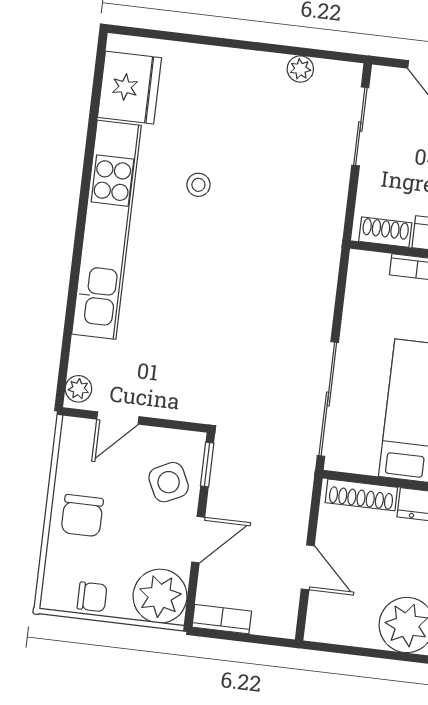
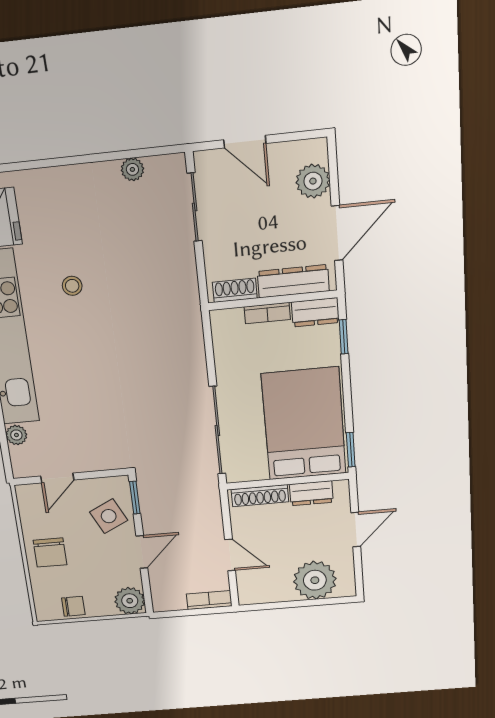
plant: (78, 389) -> (16, 435), moved
plant: (160, 596) -> (130, 601), width x0.73, depth x0.73
bookcase: (222, 619) -> (209, 600), moved

